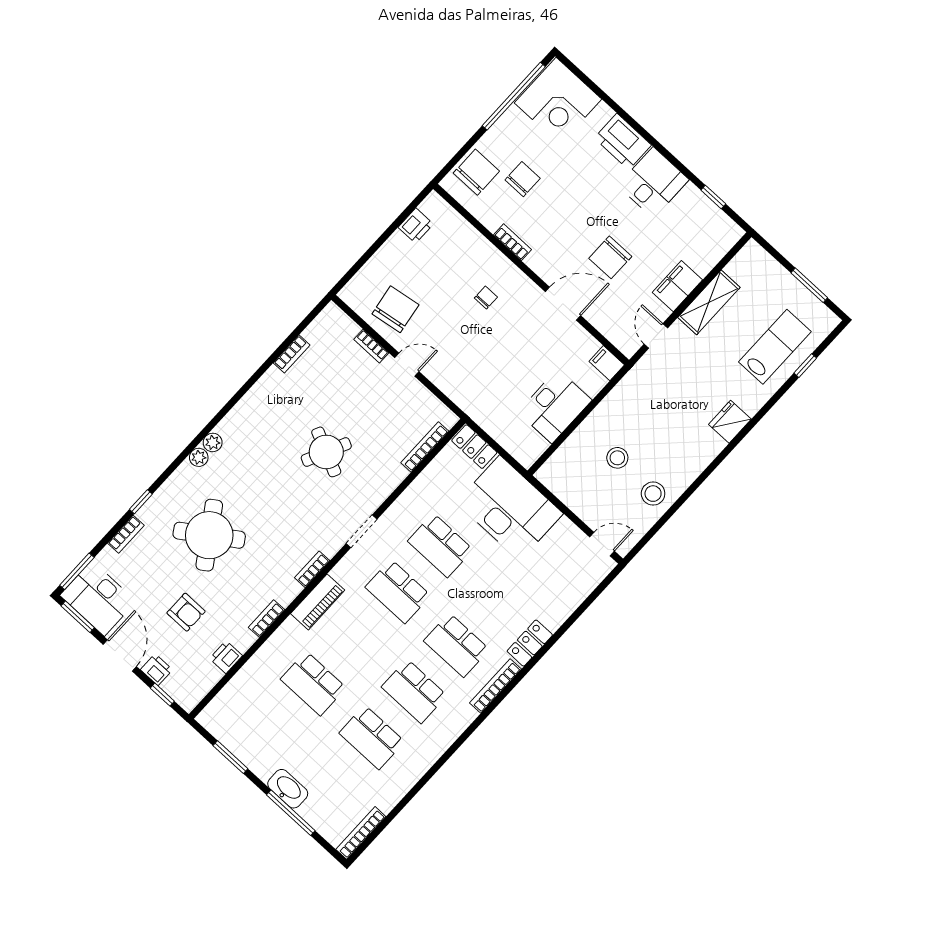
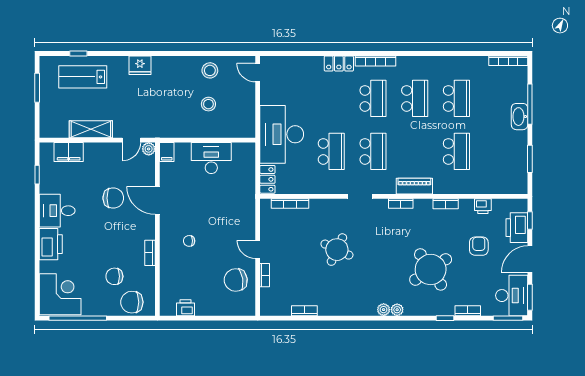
filing cabinet: (677, 286) -> (69, 152), moved
plant: (629, 346) -> (149, 149), added
printer: (157, 670) -> (517, 228), width x1.87, depth x1.48

